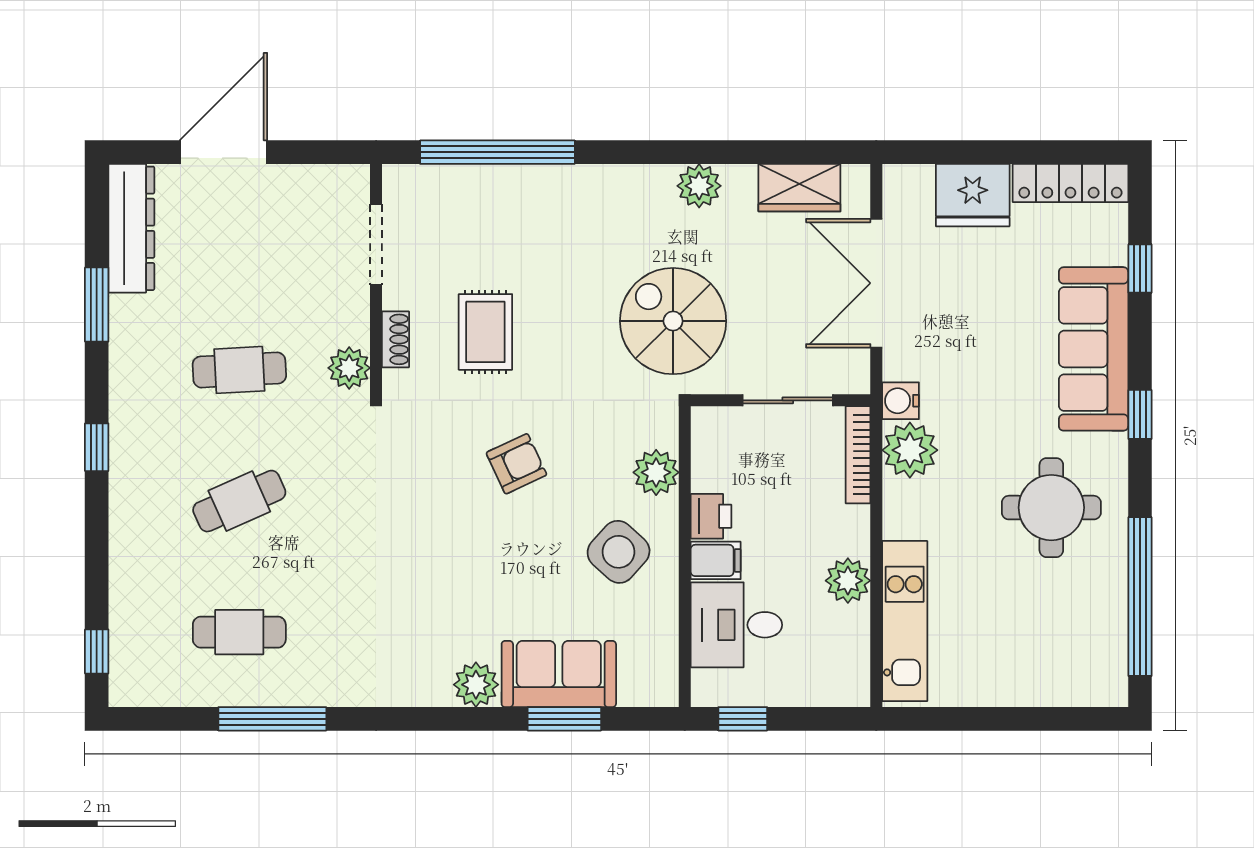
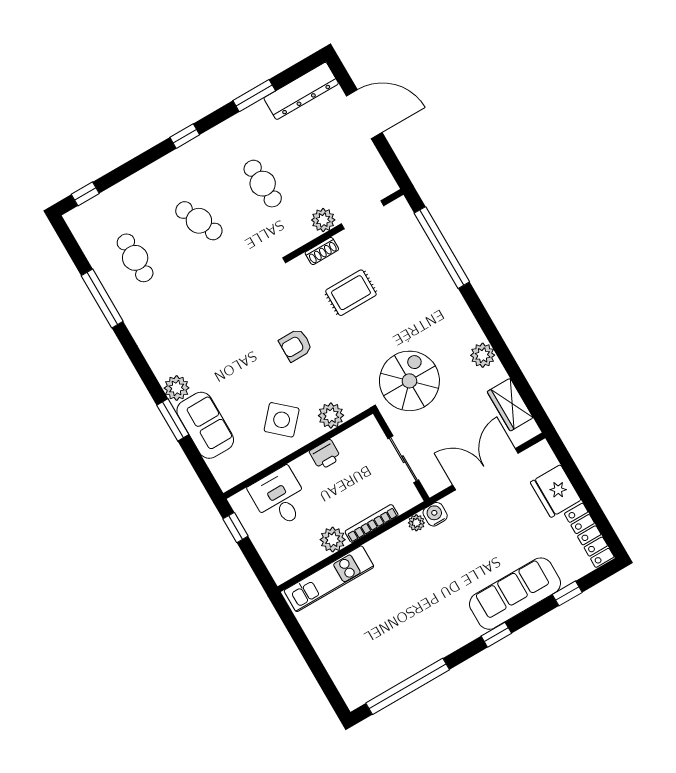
plant: (349, 368) -> (323, 220), moved
plant: (910, 450) -> (416, 523), width x0.53, depth x0.53
bookcase: (858, 455) -> (372, 523), moved
armchair: (516, 464) -> (296, 345), turned 115
round table: (1051, 508) -> (426, 618), removed
filing cabinet: (716, 560) -> (305, 470), removed
window: (564, 719) -> (173, 420), moved

